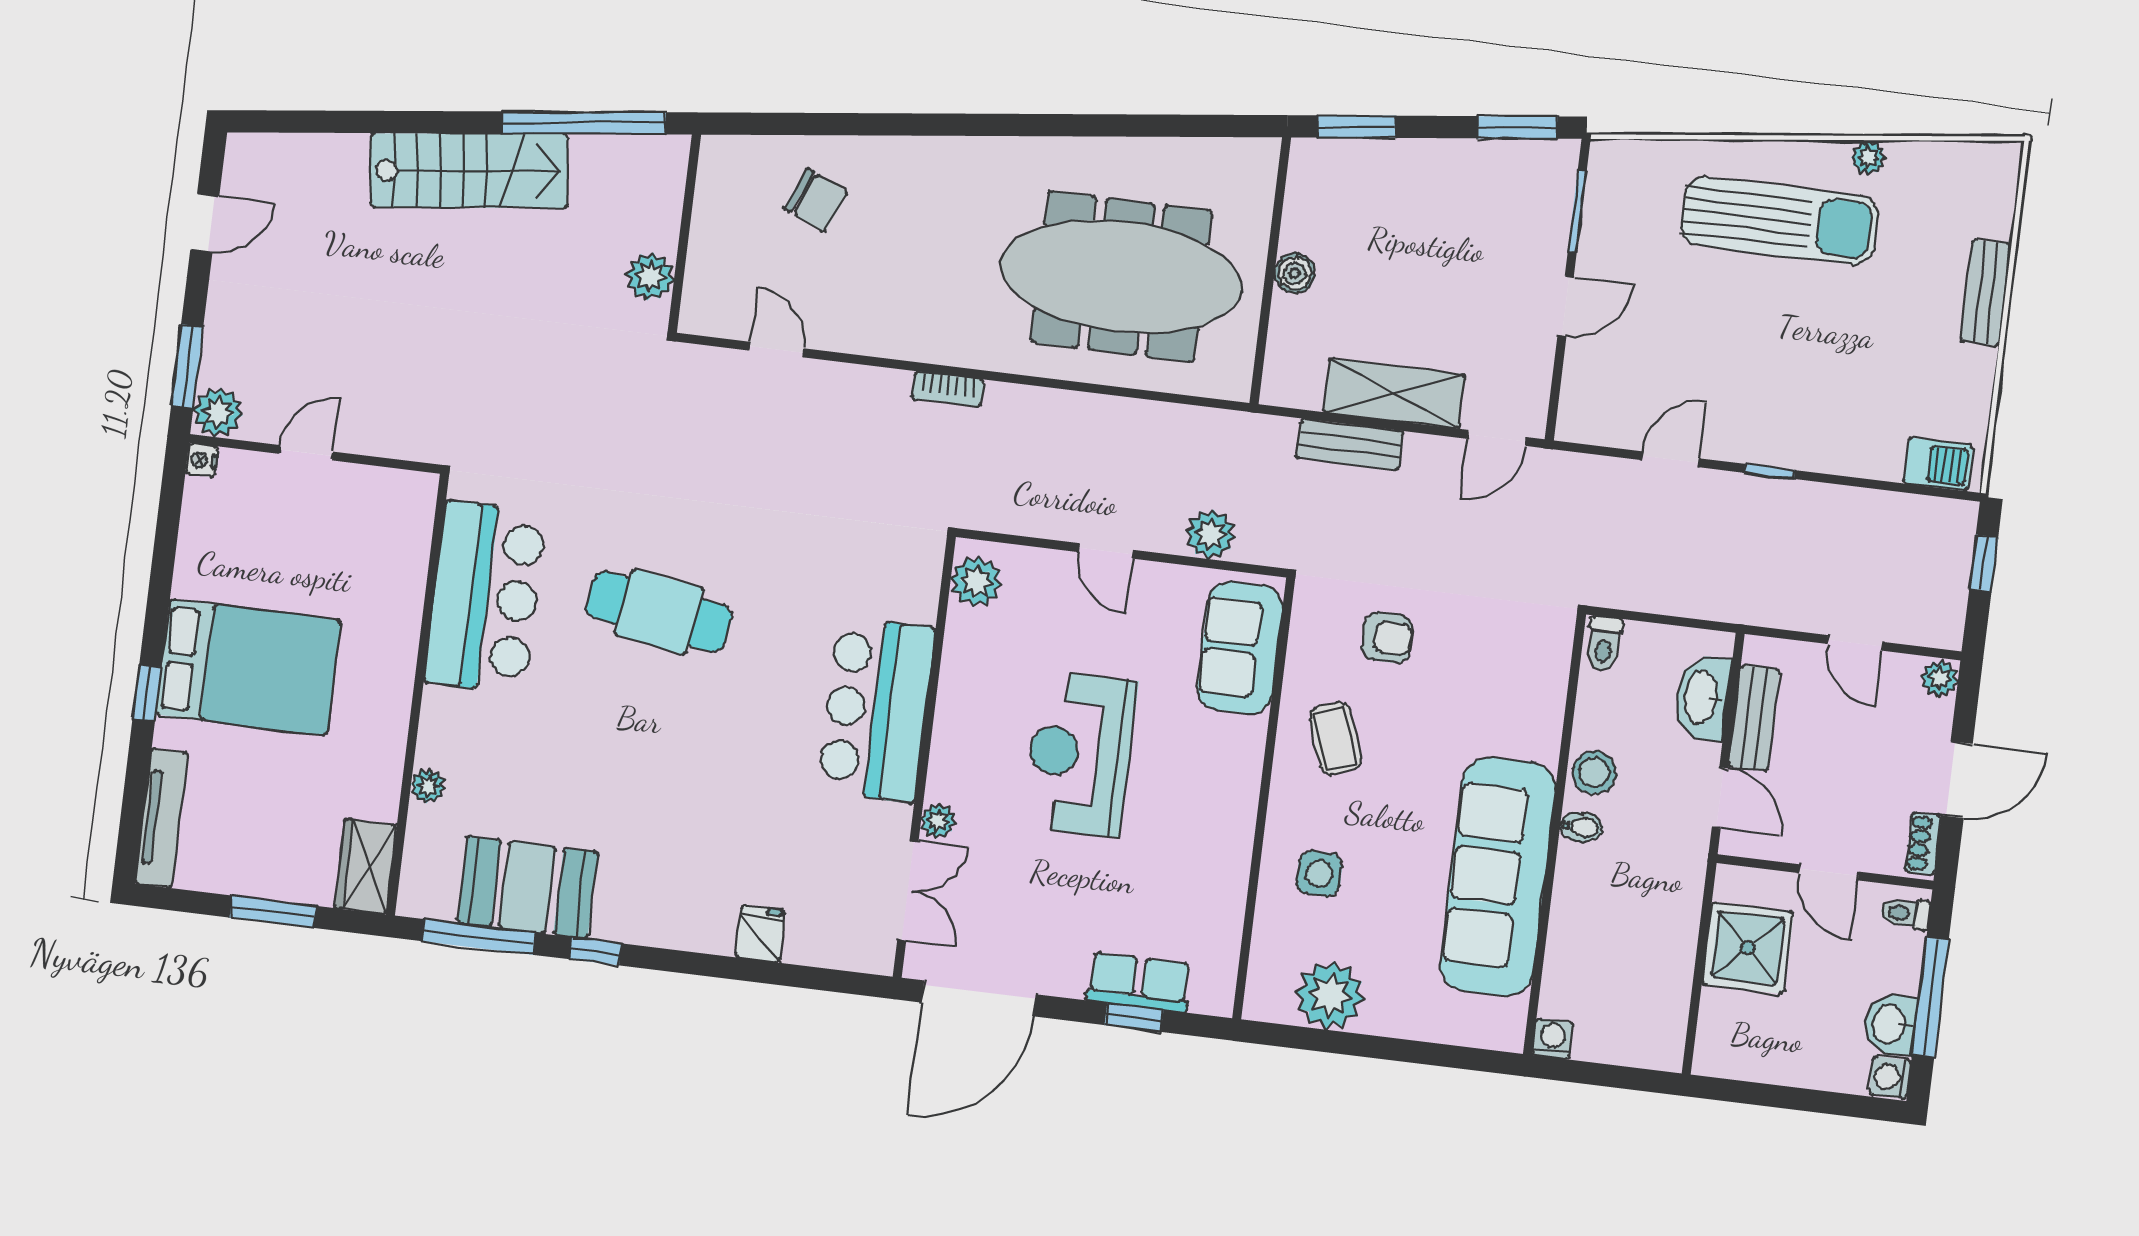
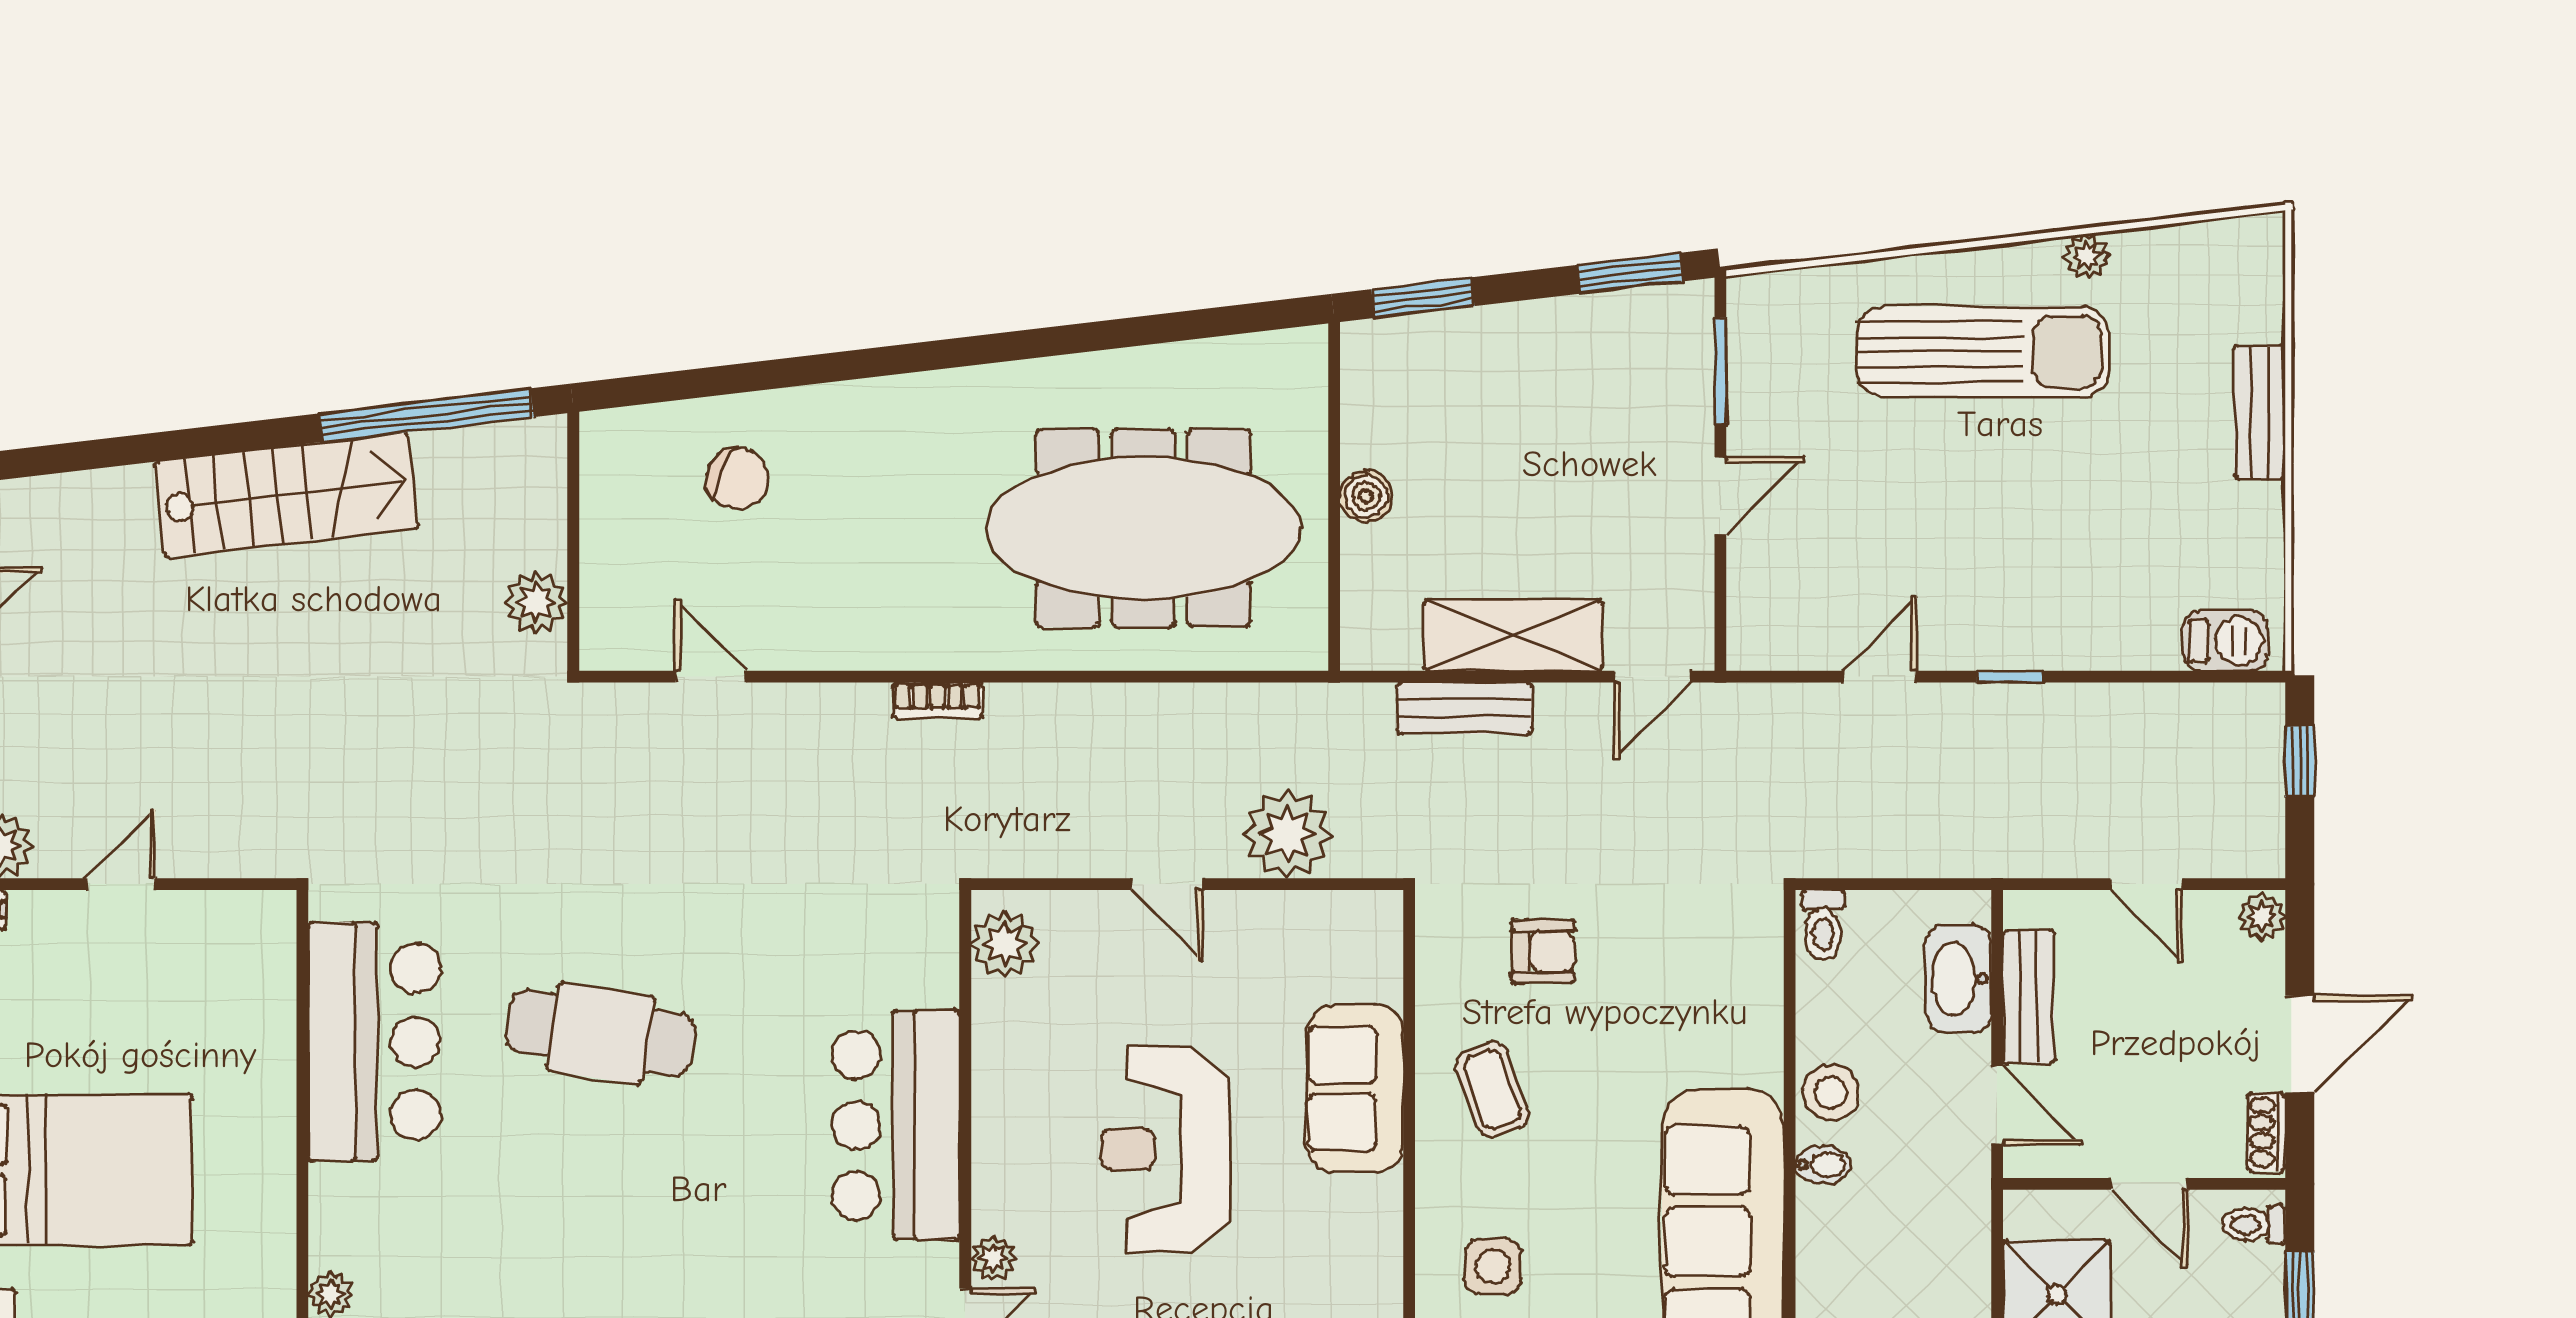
plant: (1210, 534) -> (1287, 834), width x1.36, depth x1.36
sofa: (1240, 648) -> (1355, 1089), moved

